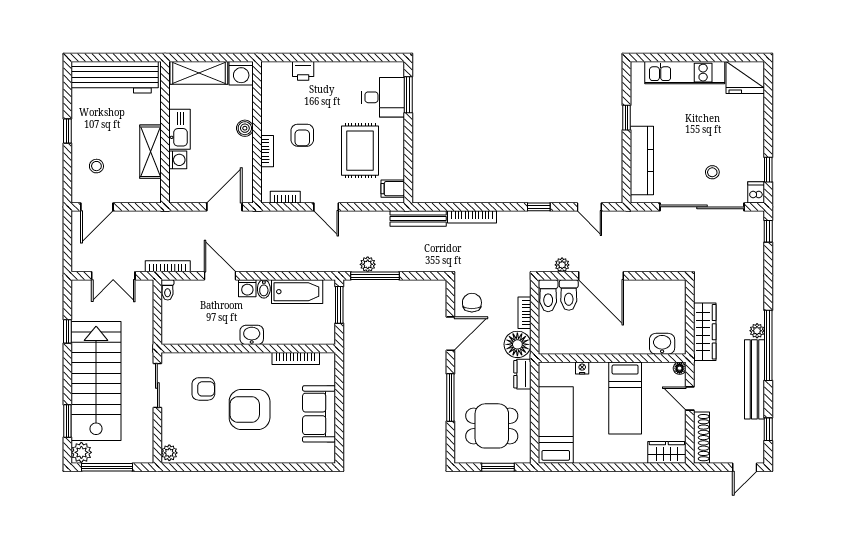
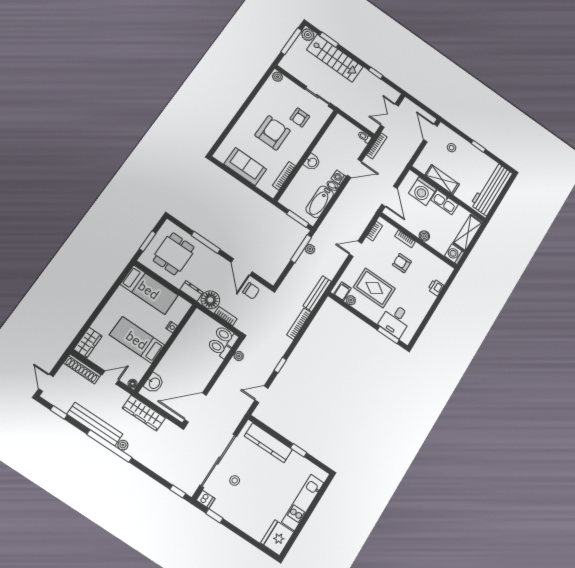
washing machine: (178, 160) -> (423, 191), width x1.89, depth x1.89
plant: (397, 171) -> (351, 300), added
door: (601, 276) -> (195, 407), moved
stairs: (96, 381) -> (335, 58), width x0.73, depth x0.66

